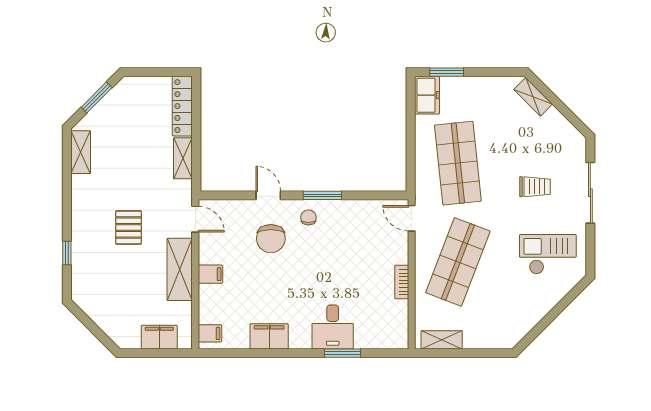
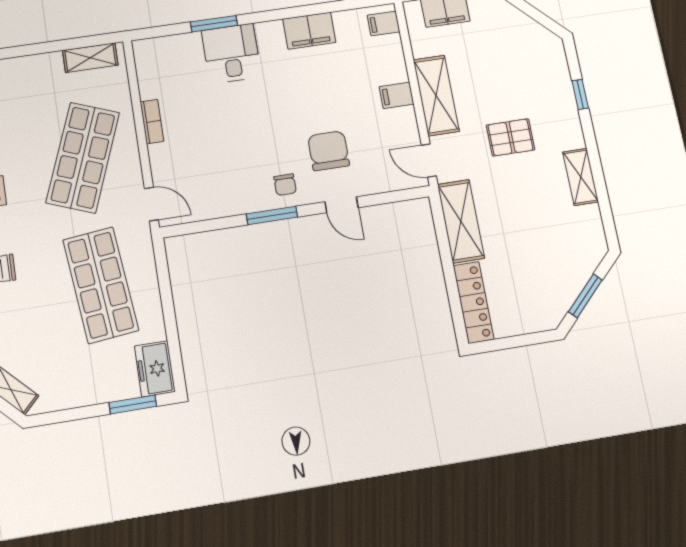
shelving: (81, 152) -> (581, 177), moved
shelving: (183, 158) -> (461, 221), width x1.50, depth x1.33
pallet: (129, 227) -> (511, 137), turned 90

